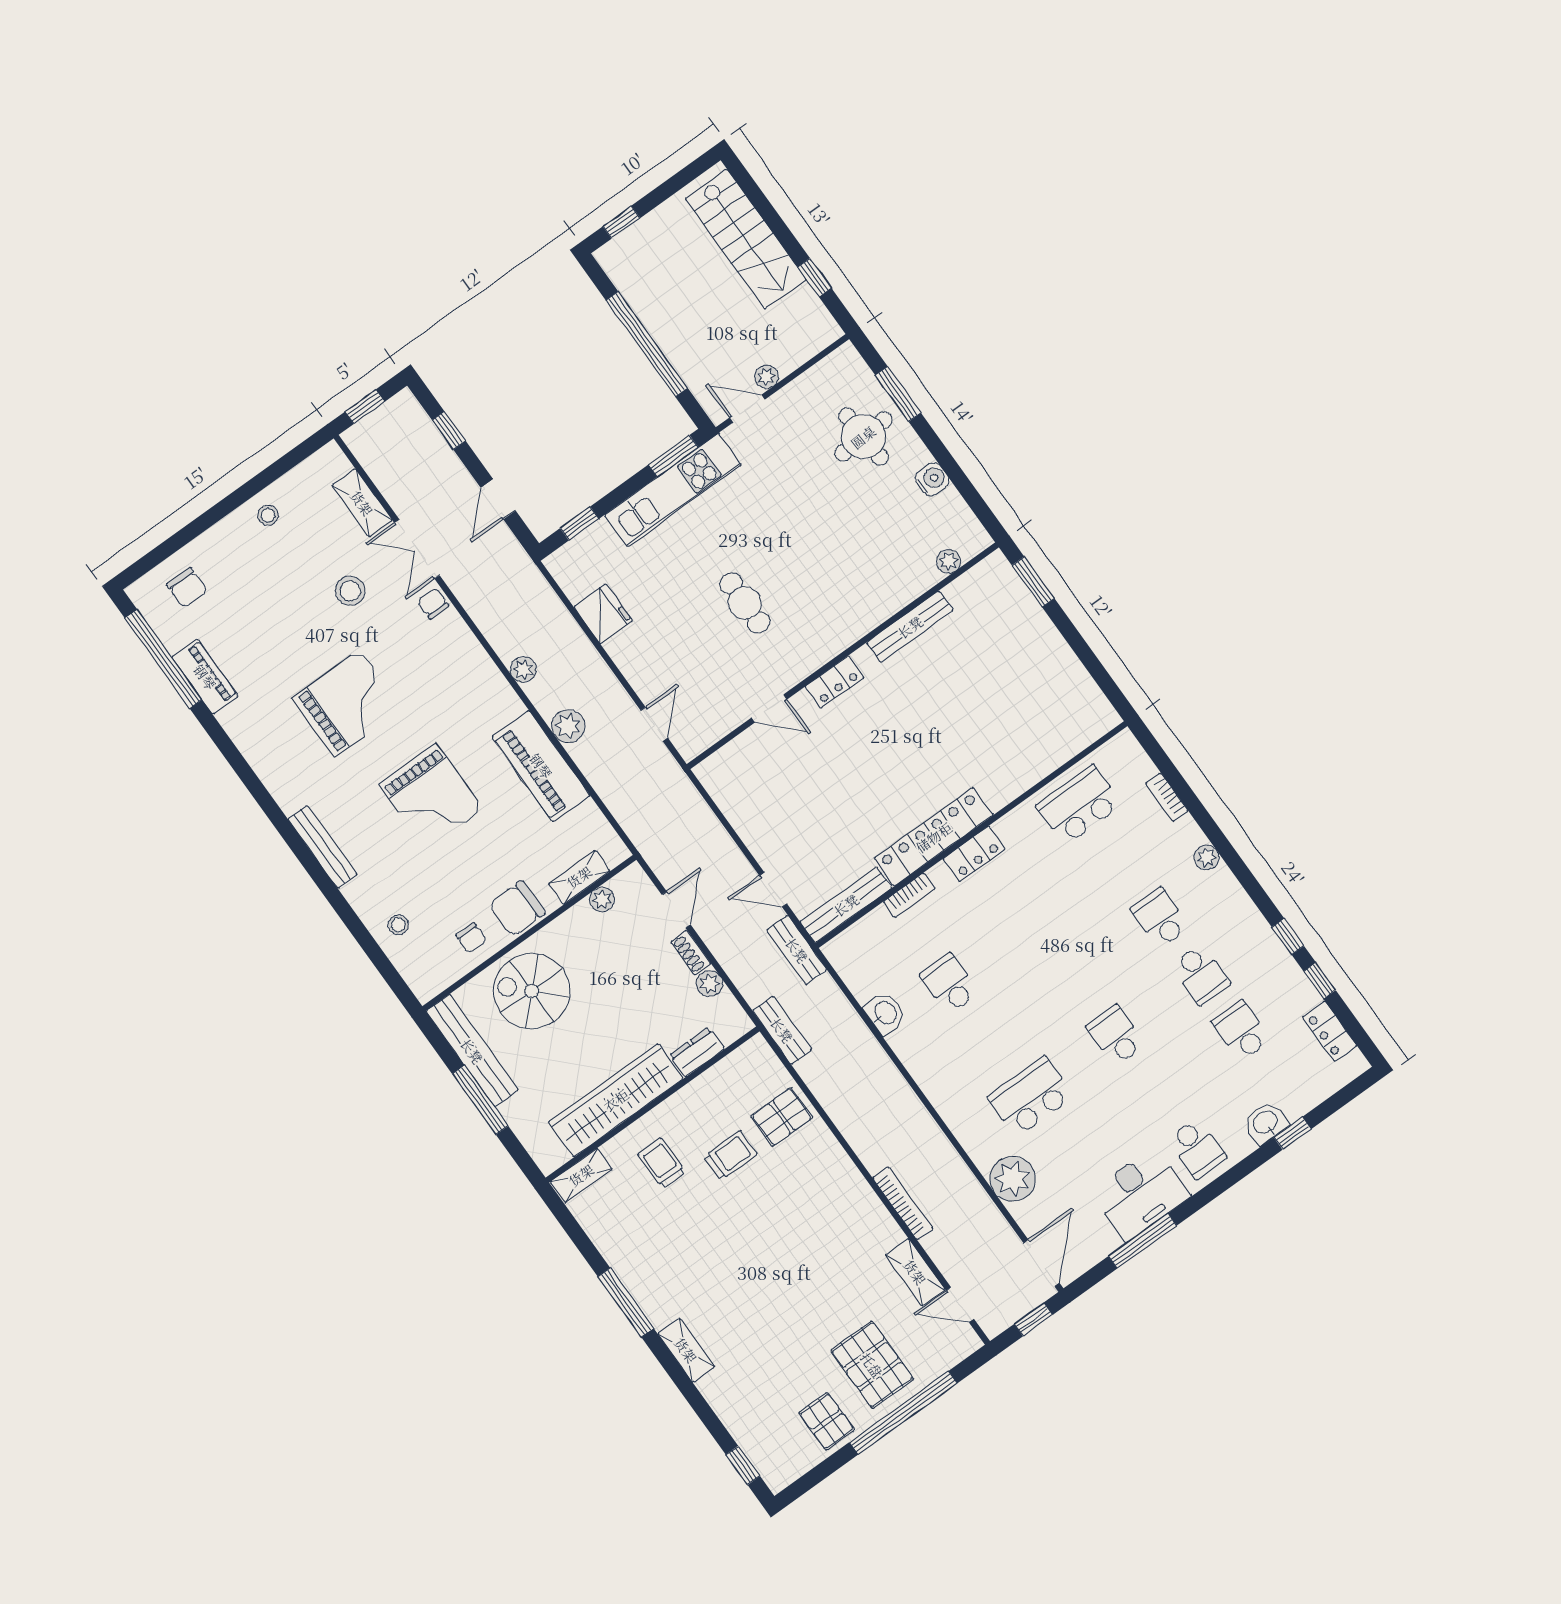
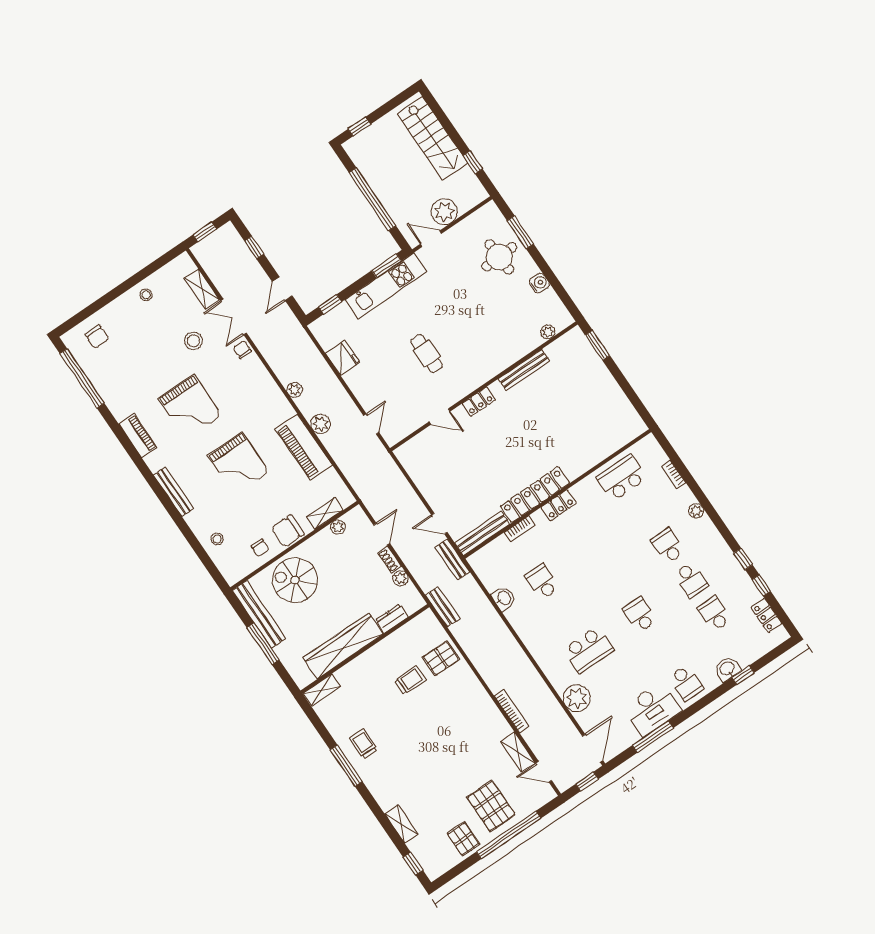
plant: (766, 377) -> (444, 212), width x1.88, depth x1.88
piano: (205, 677) -> (138, 436), moved
grand piano: (347, 703) -> (190, 407), turned 90
school desk: (1031, 1097) -> (589, 650), turned 180
trolley: (662, 1163) -> (363, 744), moved
shelving: (686, 1350) -> (401, 824), moved

